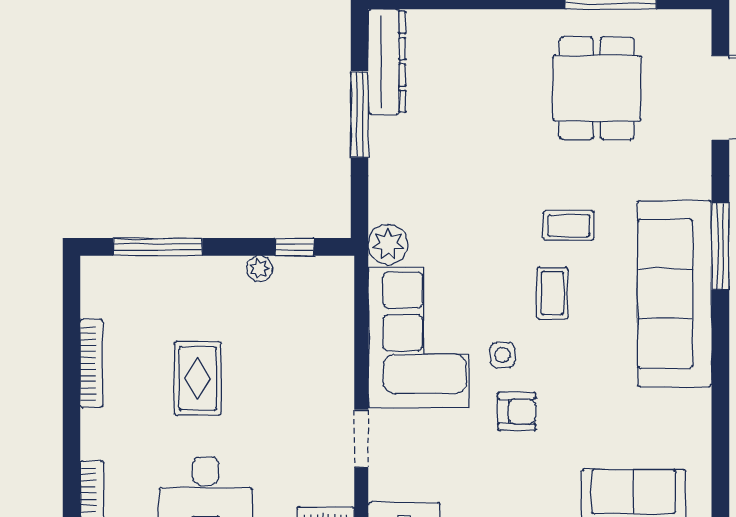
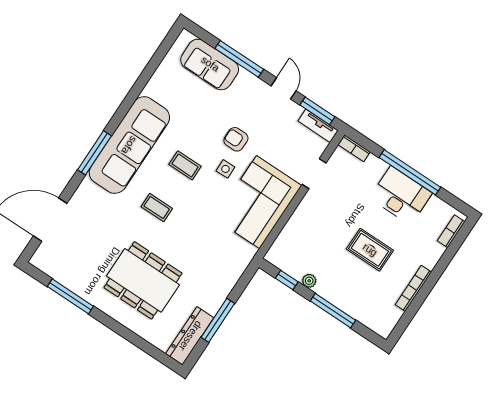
dining table: (597, 88) -> (143, 280), moved, width x1.37
plant: (388, 244) -> (244, 253), removed
window: (158, 247) -> (333, 311), moved
coffee table: (552, 293) -> (185, 165), moved, turned 90
rug: (198, 378) -> (370, 250), turned 90

